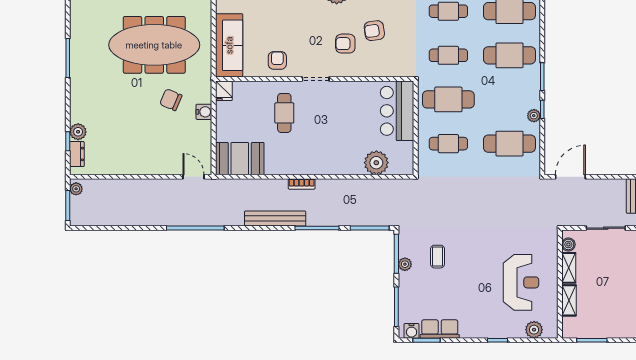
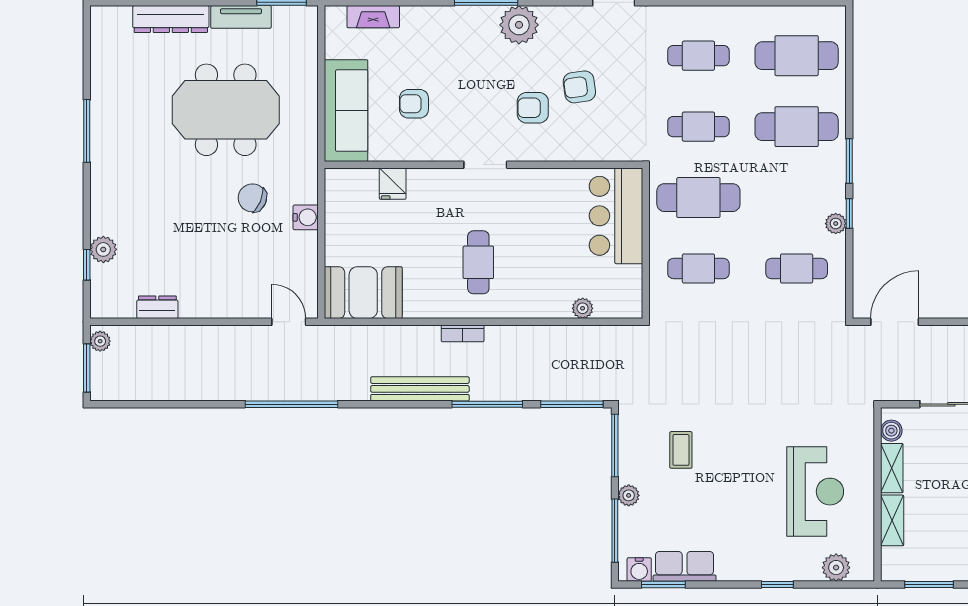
meeting table: (154, 45) -> (226, 110), width x0.73
armchair: (277, 60) -> (414, 104), moved, turned -90
fridge: (224, 91) -> (393, 184), moved
cafe table: (284, 113) -> (478, 262), moved
cafe table: (509, 144) -> (797, 269), width x0.73, depth x0.74
dresser: (77, 154) -> (157, 307), moved, turned -90
plant: (376, 163) -> (583, 308), width x0.53, depth x0.53
plant: (405, 264) -> (629, 495), moved

